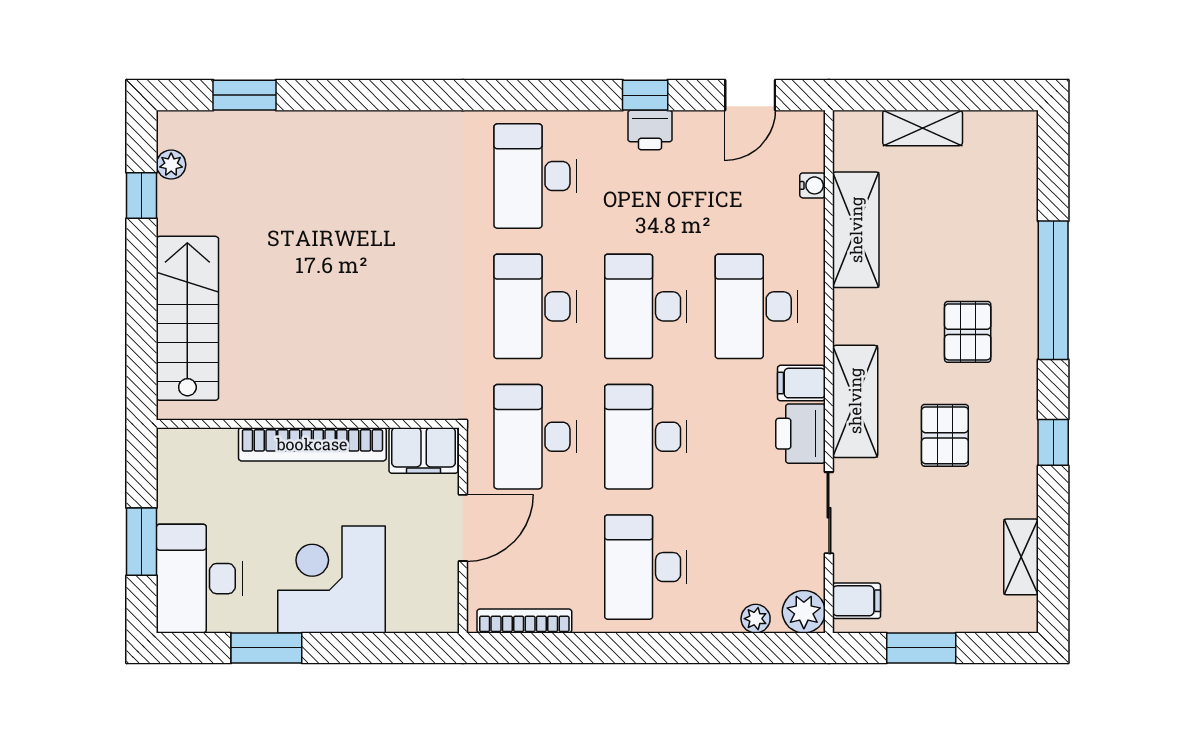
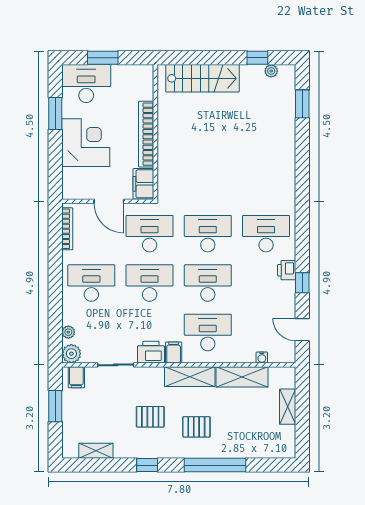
printer: (650, 130) -> (287, 270), moved
shelving: (855, 401) -> (190, 377), moved

